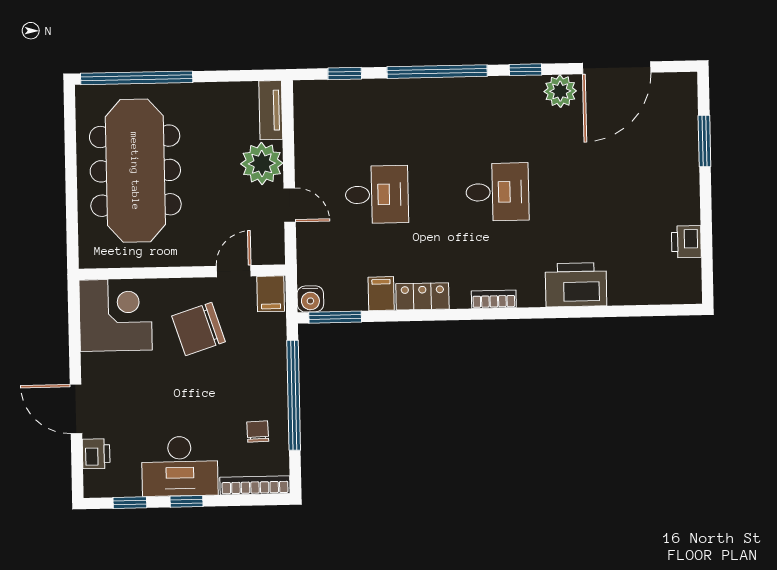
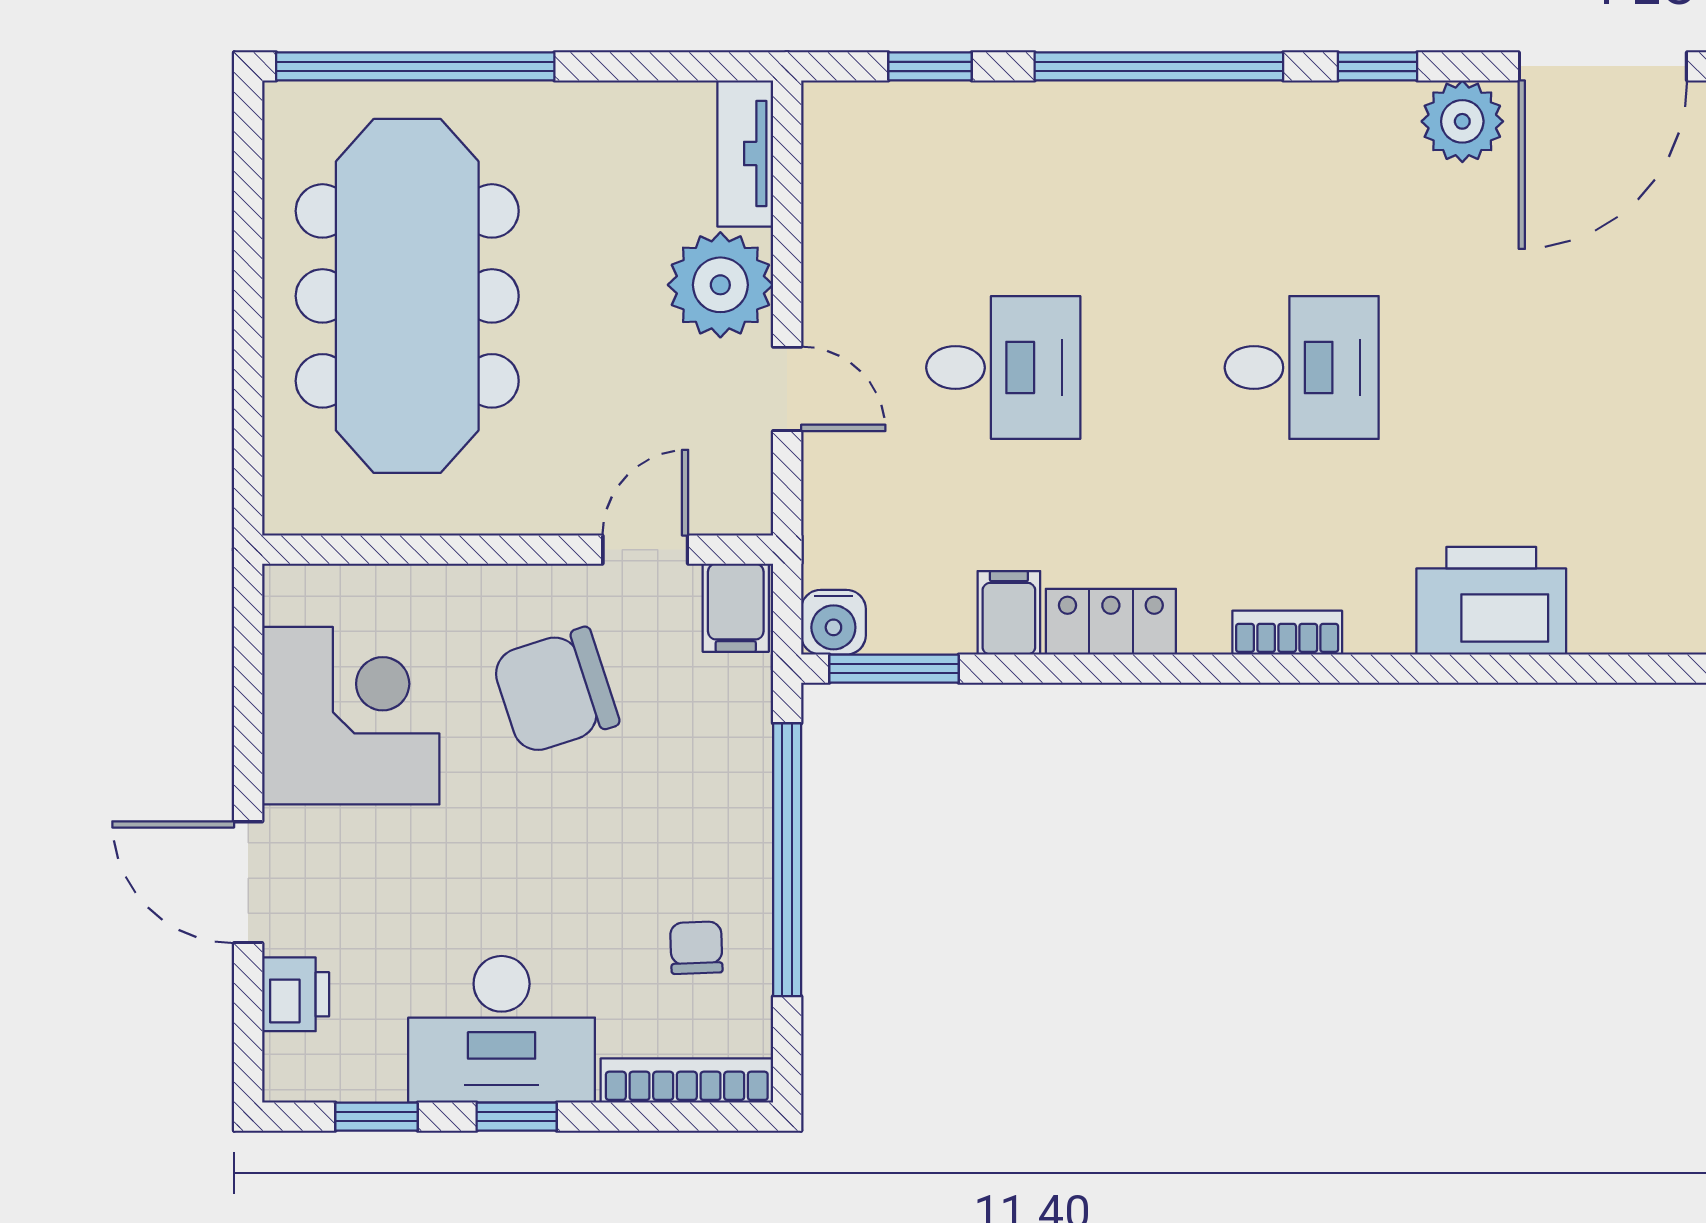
corner desk: (116, 315) -> (351, 716), moved

